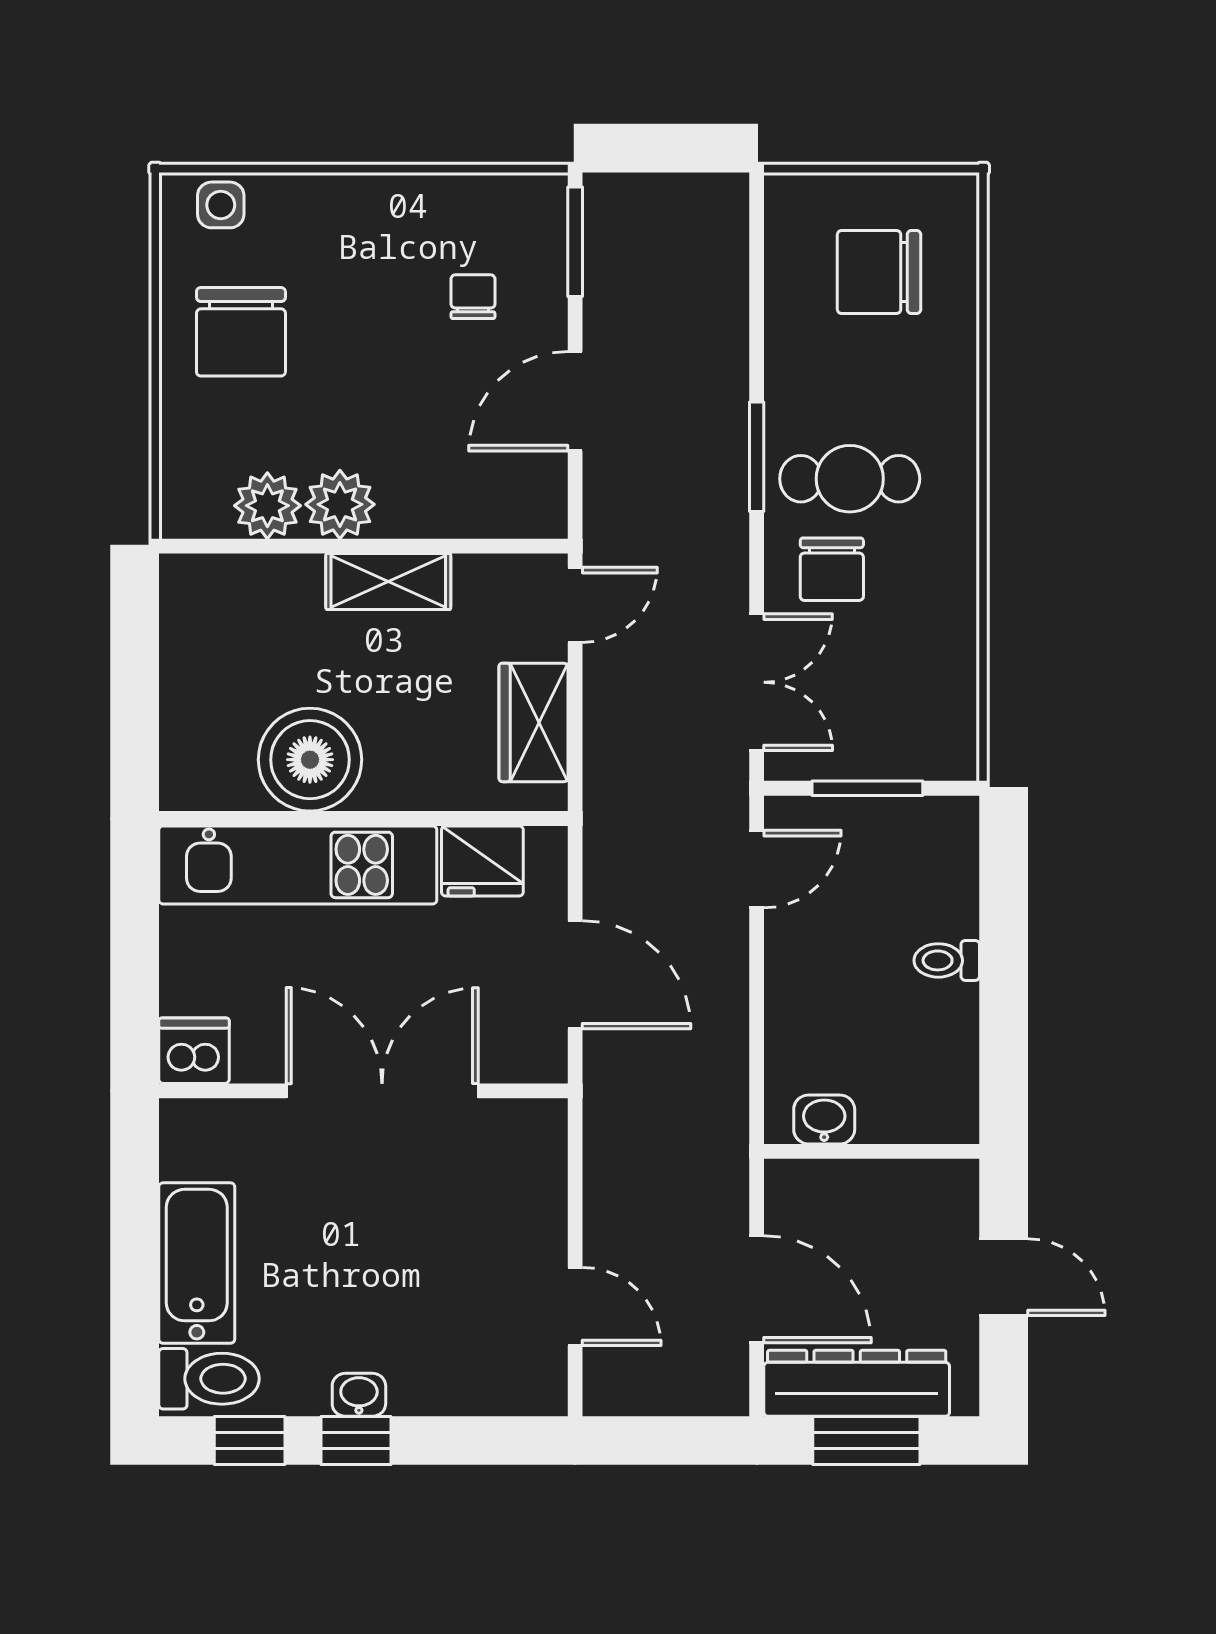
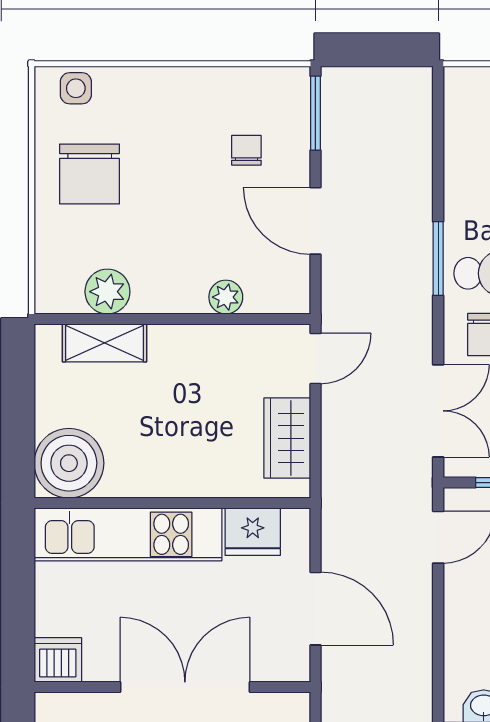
door: (575, 401) -> (315, 221), hinge flipped
plant: (340, 504) -> (226, 297), moved, width x0.73, depth x0.73
shelving: (388, 582) -> (105, 343), moved
boiler: (310, 760) -> (69, 463), moved

